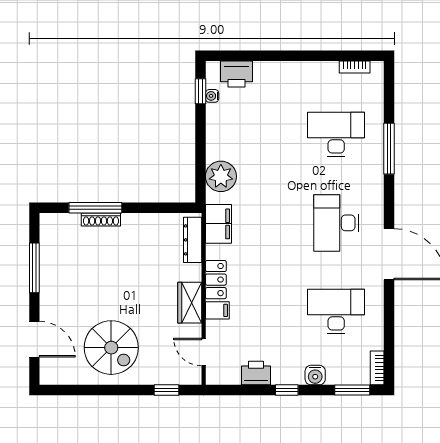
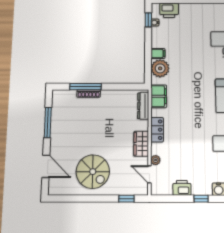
filing cabinet: (217, 310) -> (158, 53), moved
plant: (213, 329) -> (156, 160), added

